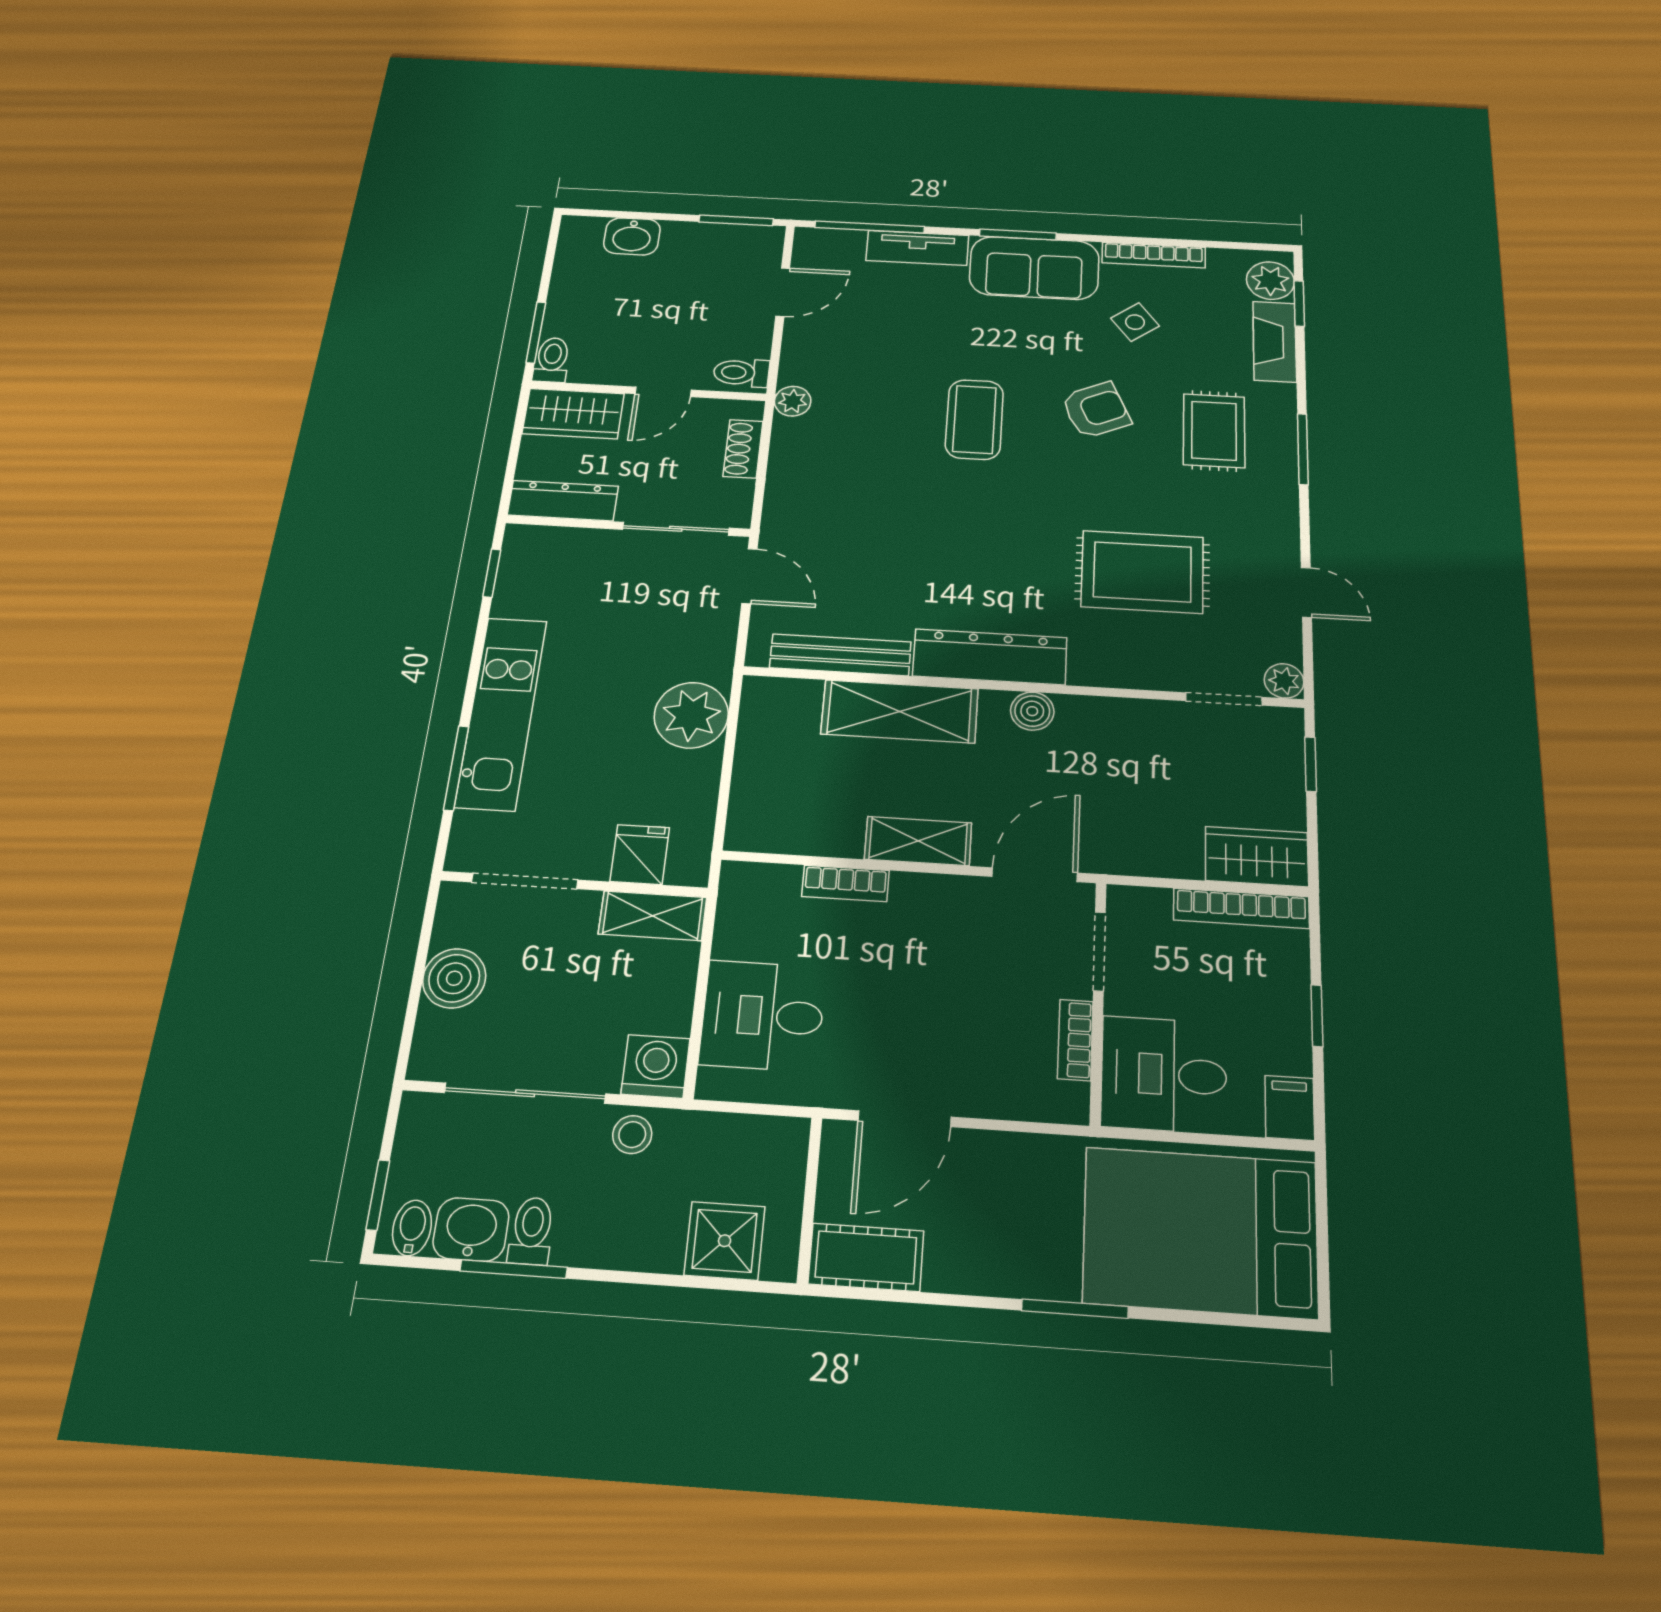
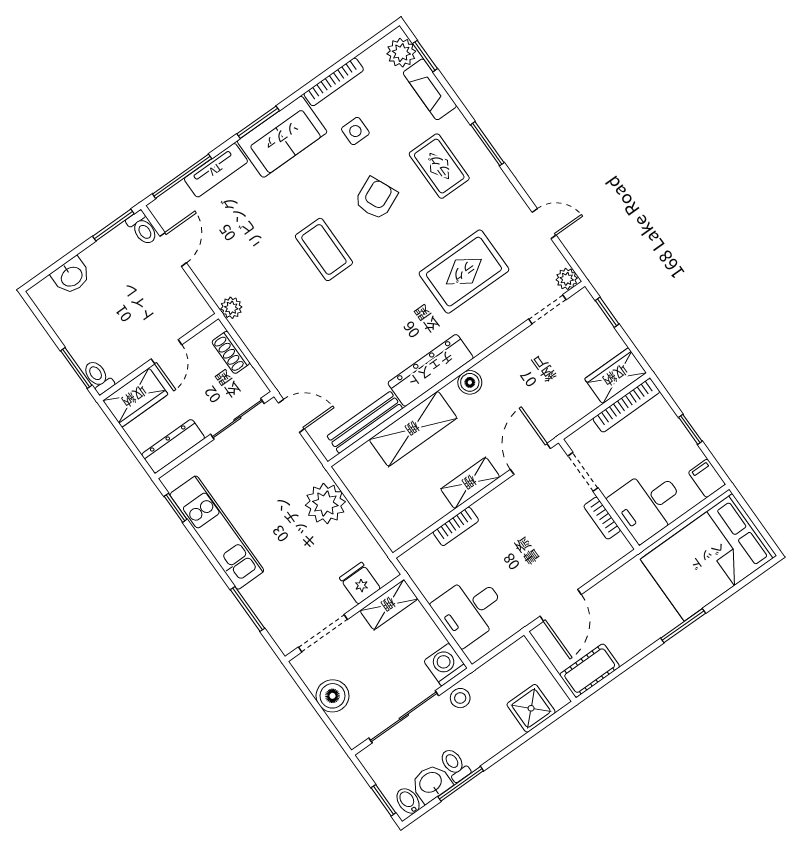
side table: (1135, 322) -> (355, 131), turned 37
toilet: (741, 373) -> (142, 228), moved, turned -90
kitchen unit: (501, 713) -> (217, 533), moved

